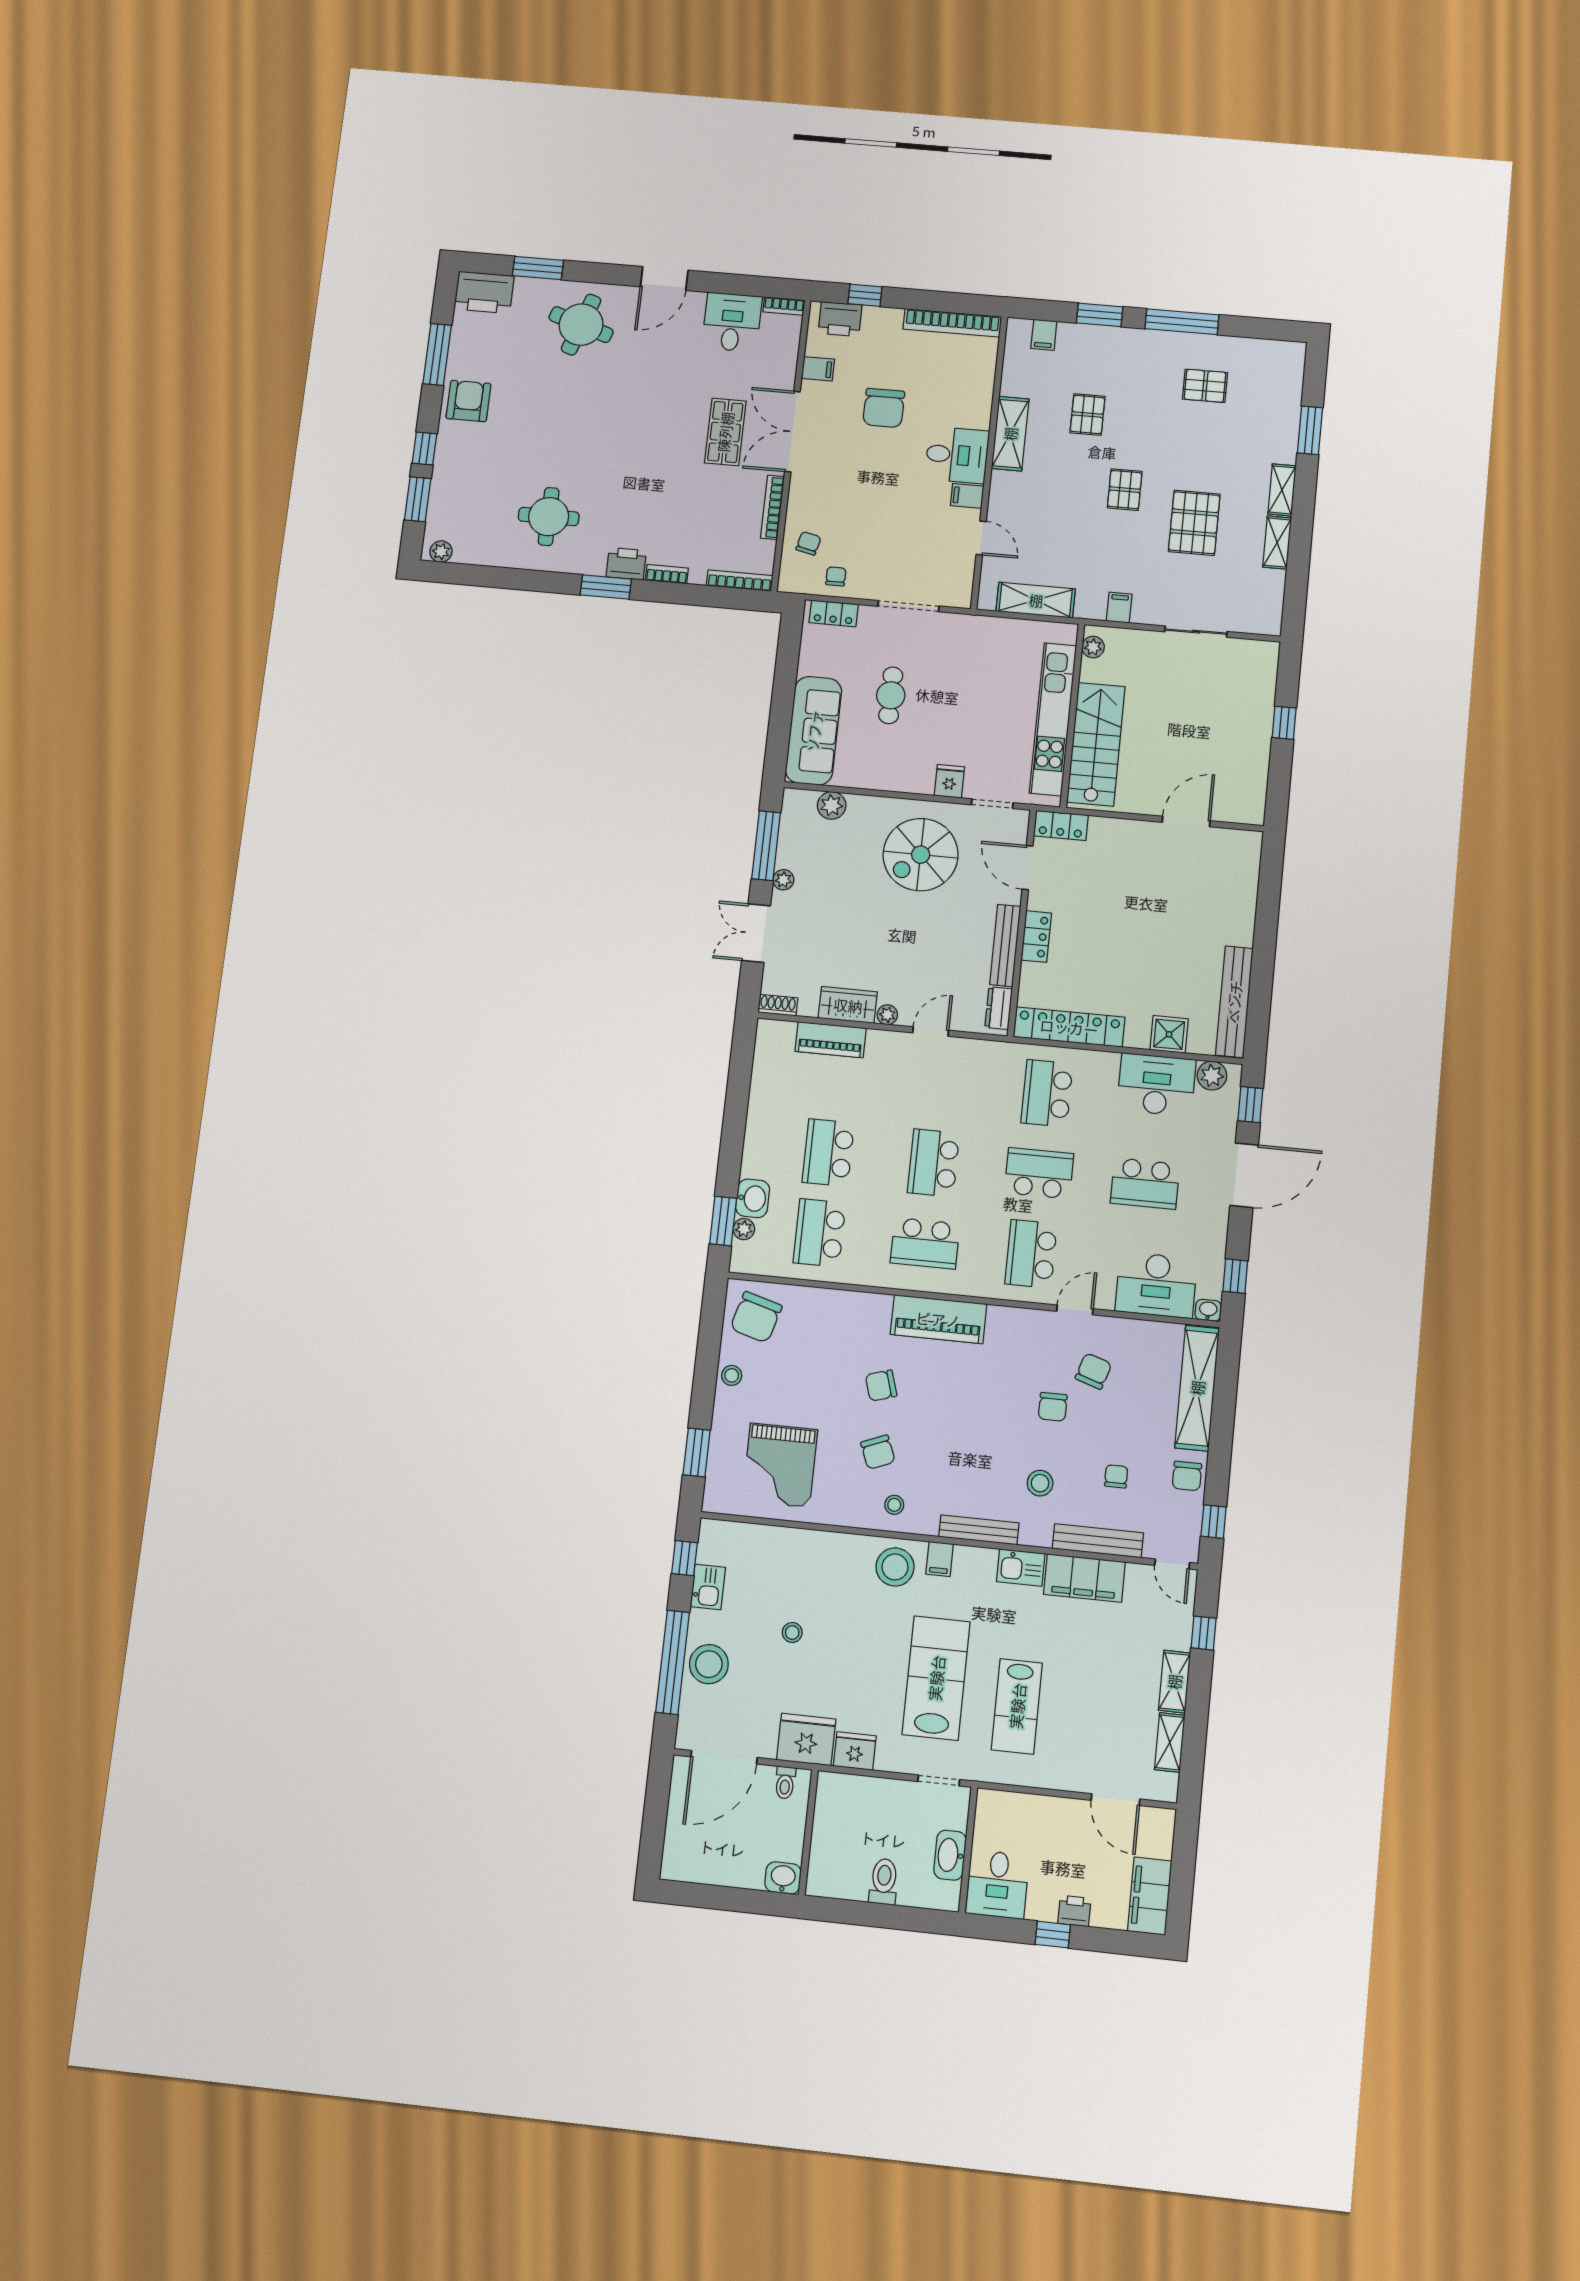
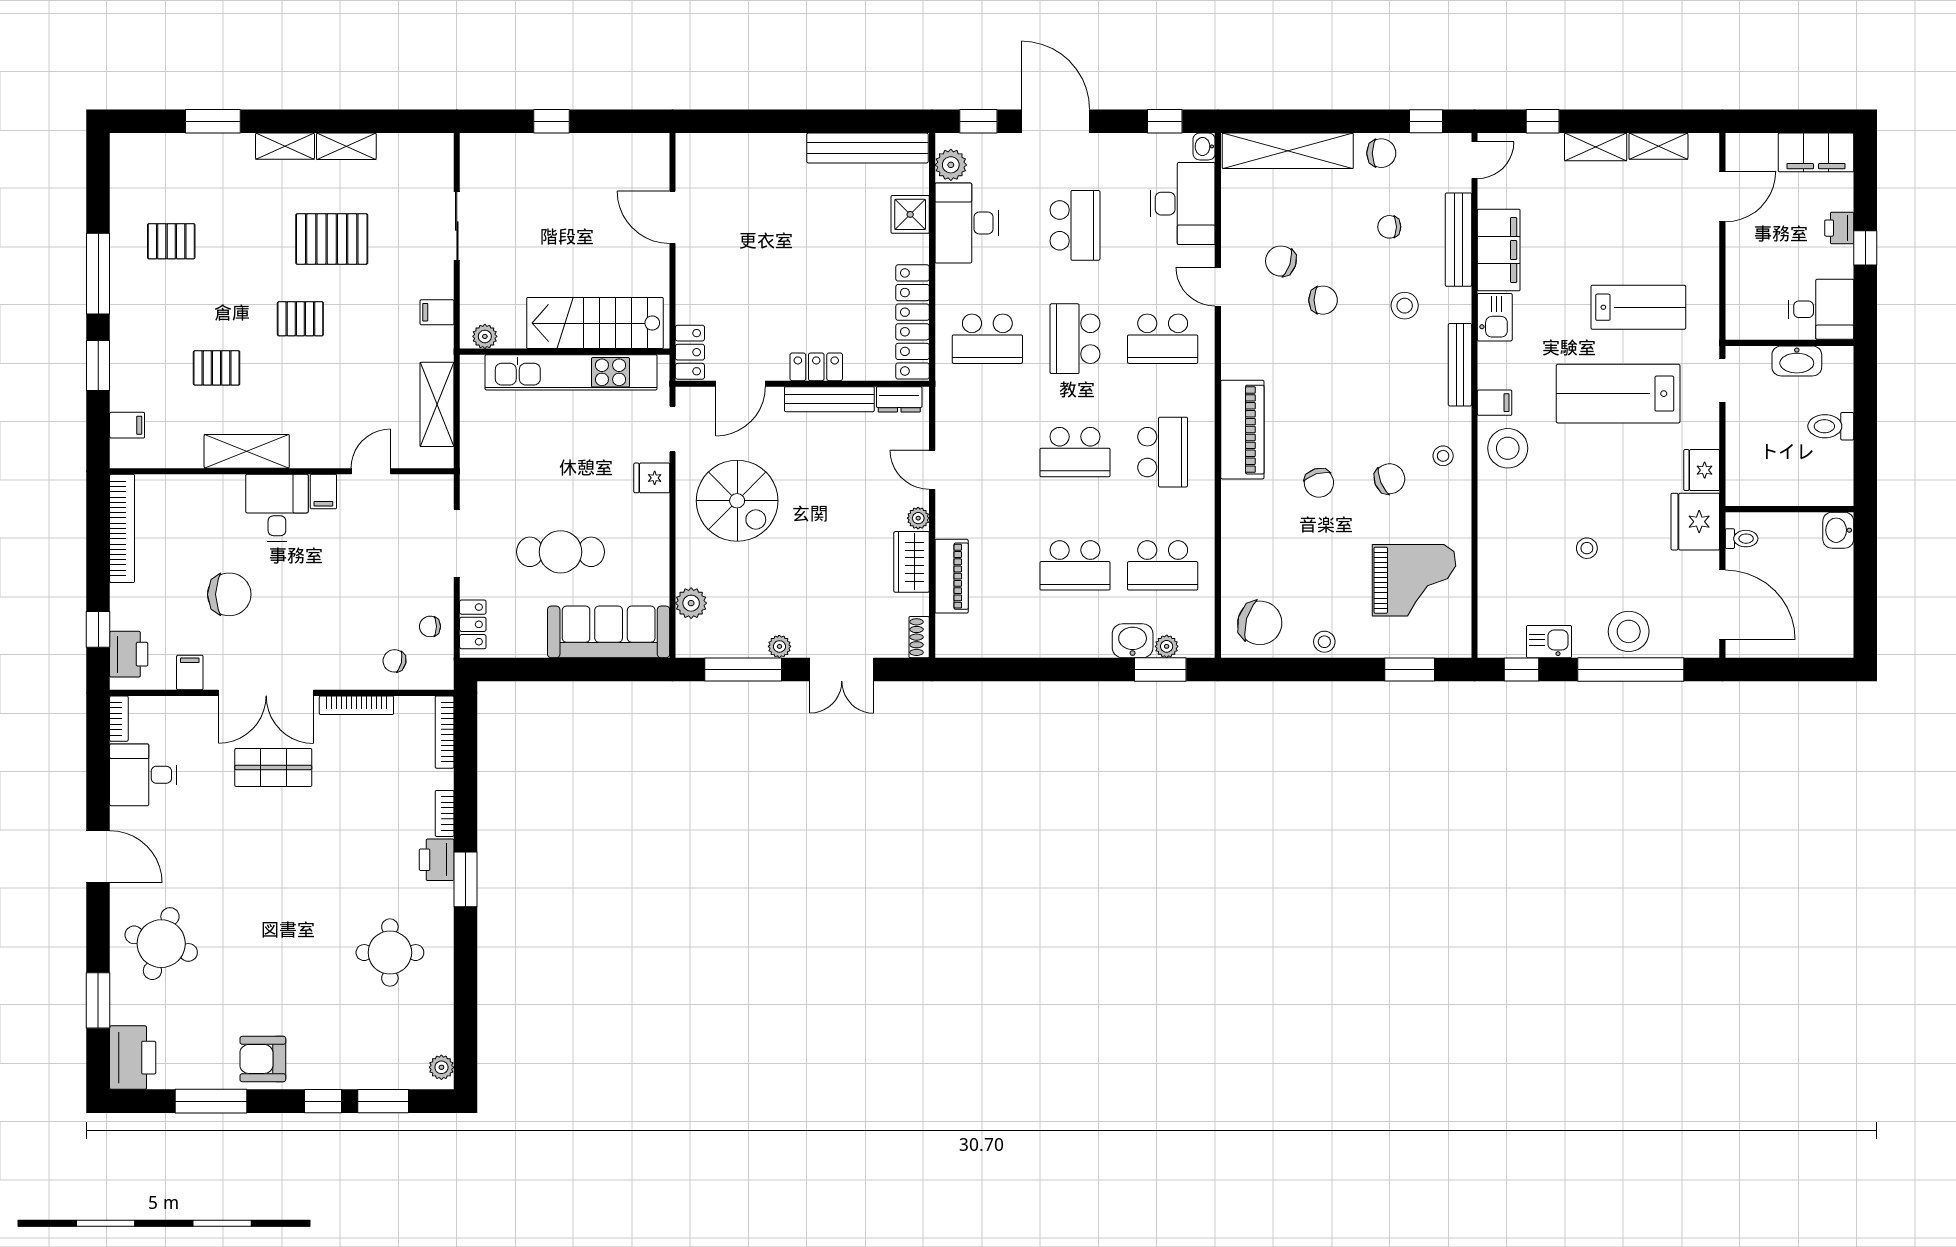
pallet: (1205, 386) -> (171, 241), turned 90
cafe table: (891, 695) -> (561, 552), width x1.37, depth x1.35

